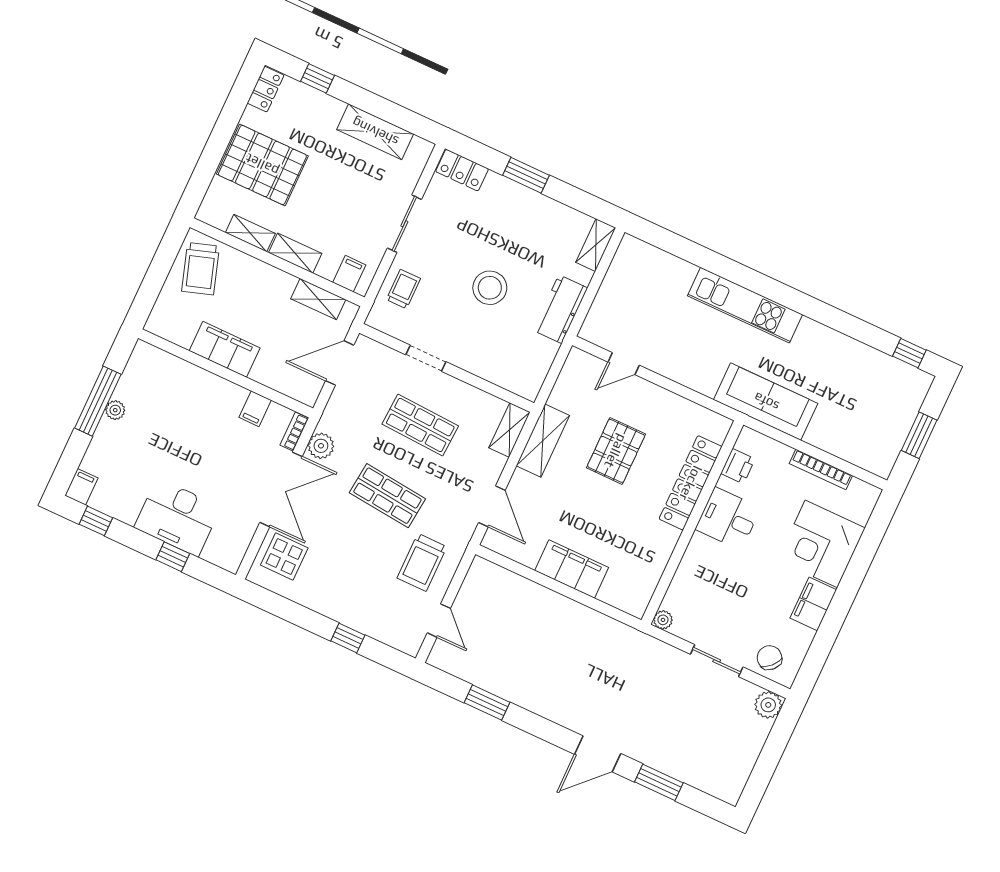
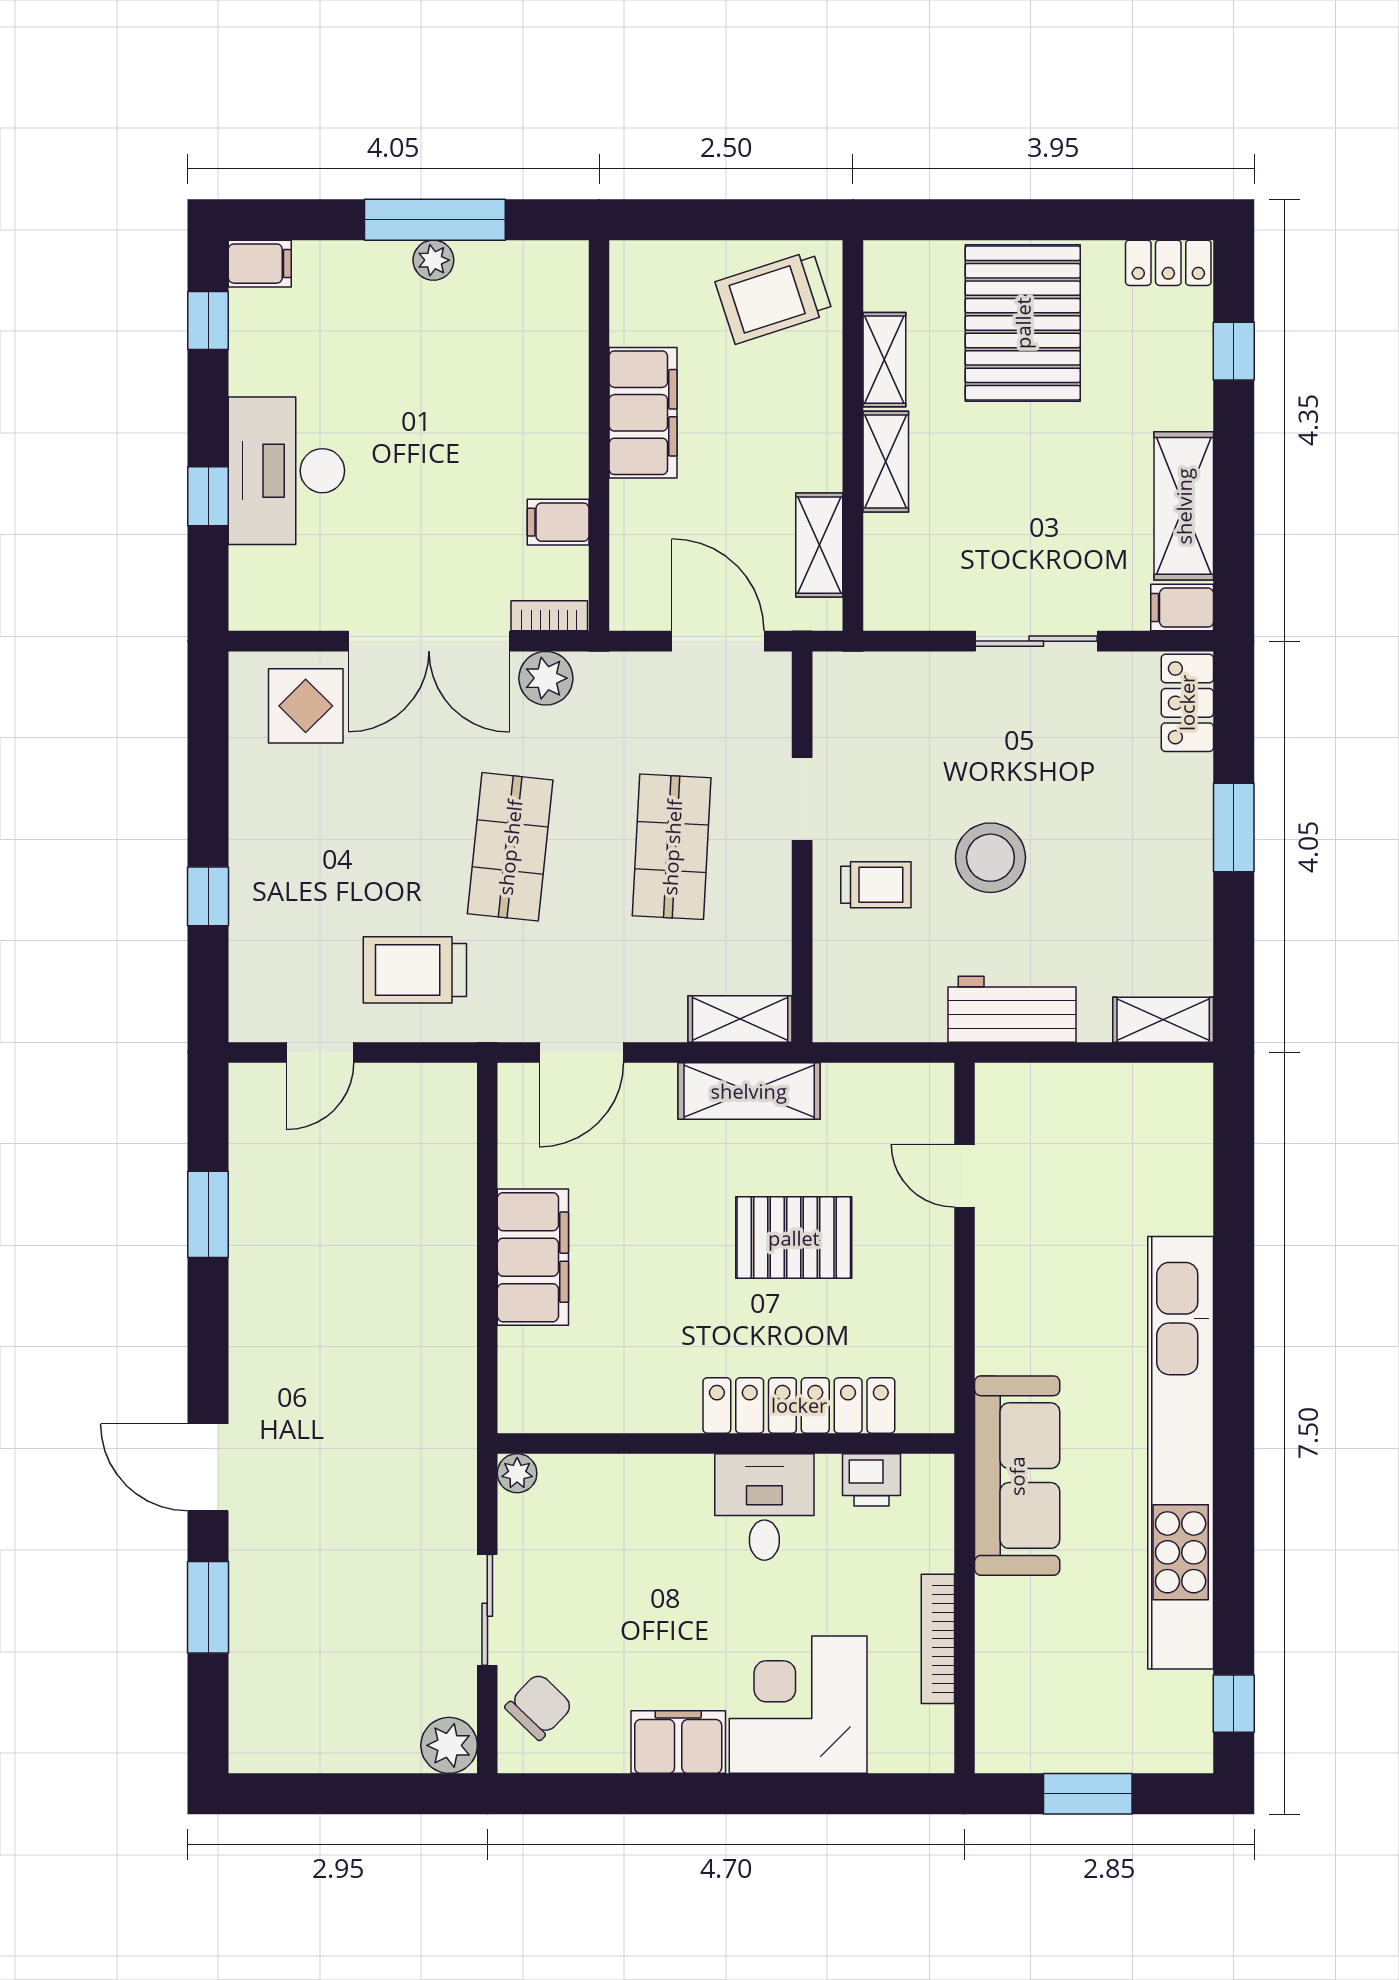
filing cabinet: (349, 274) -> (1182, 608), moved, turned 180
trolley: (403, 289) -> (876, 885), moved
kitchen unit: (745, 305) -> (1181, 1453), width x1.86

